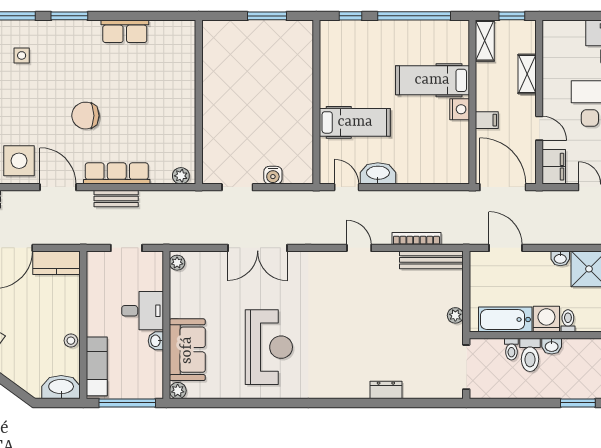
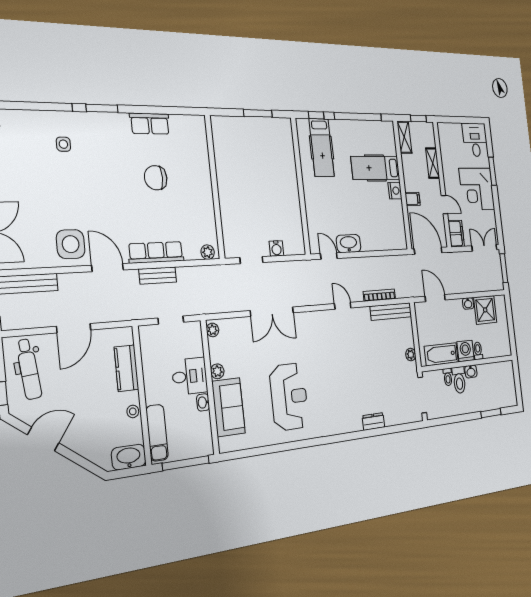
chair: (85, 116) -> (156, 178), moved
hospital bed: (355, 122) -> (322, 148), moved, turned 90
kitchen counter: (57, 263) -> (126, 368), moved, turned 90
plant: (178, 391) -> (217, 371), moved

